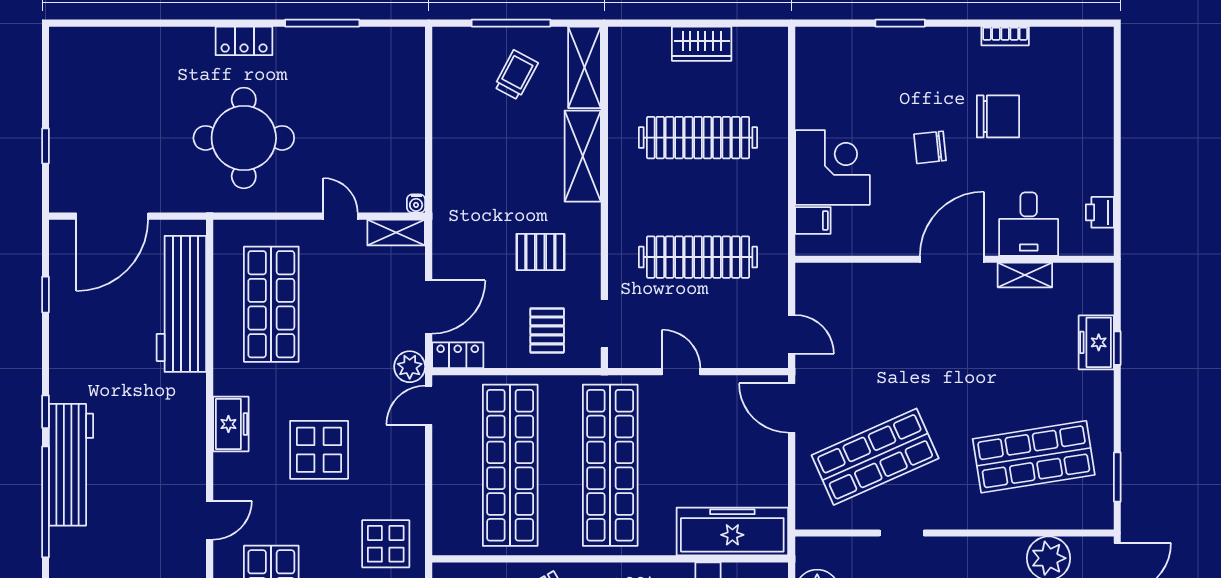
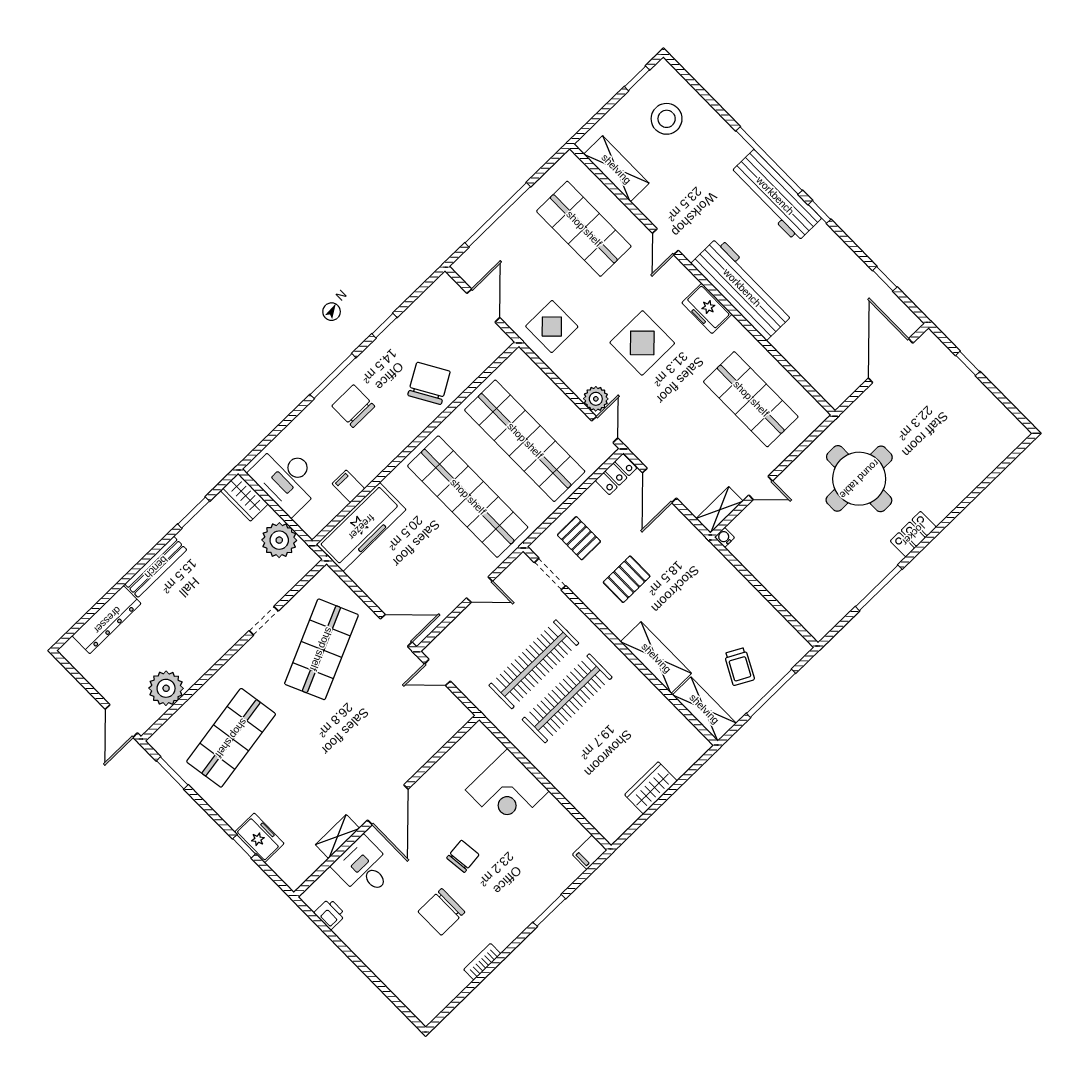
clothes rail: (698, 138) -> (567, 698), moved
filing cabinet: (813, 220) -> (590, 852), moved
workbench: (181, 304) -> (742, 288), moved
plant: (410, 367) -> (596, 399), moved

